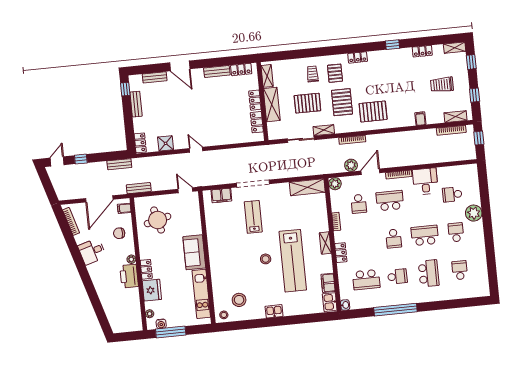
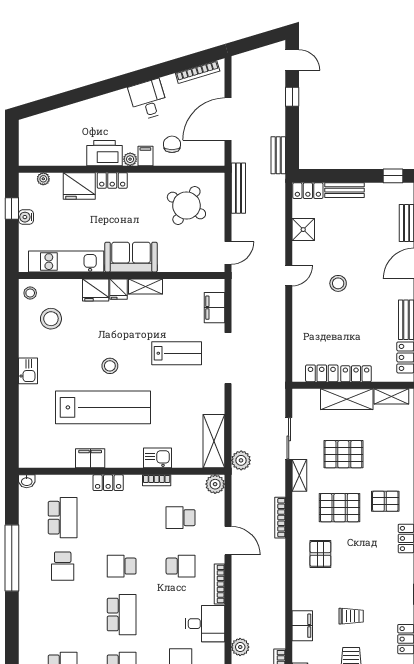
trolley: (313, 74) -> (351, 616), moved
pallet: (307, 103) -> (343, 454), turned 90
bench: (136, 104) -> (345, 190), moved
pallet: (373, 111) -> (320, 554), width x0.67, depth x0.71
stool: (198, 117) -> (338, 283), added
filing cabinet: (420, 119) -> (302, 626), width x2.00
plant: (438, 157) -> (240, 647), added
plant: (351, 165) -> (241, 460), moved
bench: (139, 188) -> (238, 188), width x1.36
door: (99, 199) -> (228, 119), hinge flipped
school desk: (390, 201) -> (181, 566), width x0.54
filing cabinet: (124, 208) -> (145, 156), moved
round table: (158, 220) -> (186, 205), turned 45
shelving: (325, 243) -> (145, 286), moved
fridge: (216, 258) -> (119, 289), added
lab bench: (293, 261) -> (103, 407), turned 180
fridge: (218, 273) -> (96, 290), added
school desk: (429, 273) -> (63, 615), removed
school desk: (366, 280) -> (63, 518), turned 180
filing cabinet: (328, 283) -> (90, 458), moved
kitchen sink: (330, 302) -> (157, 458), moved
water cooler: (161, 324) -> (26, 217), moved
window: (171, 332) -> (12, 209), width x0.46

